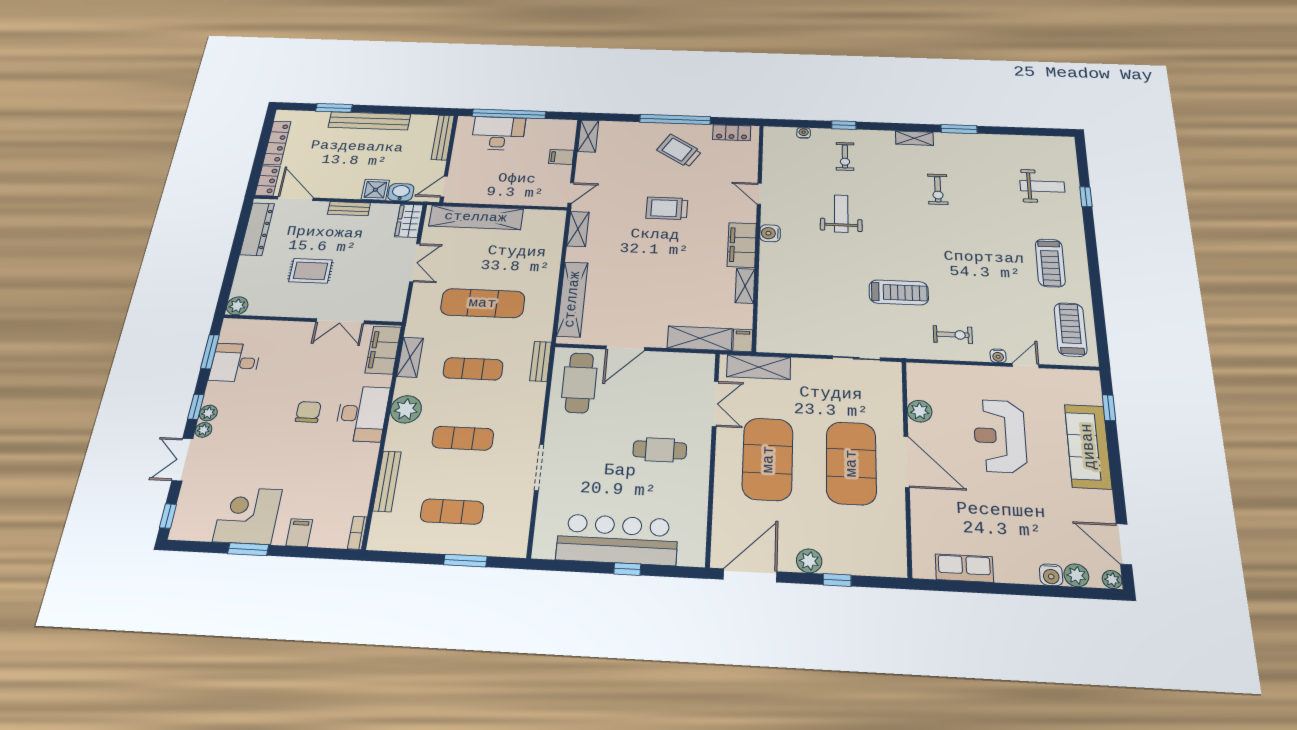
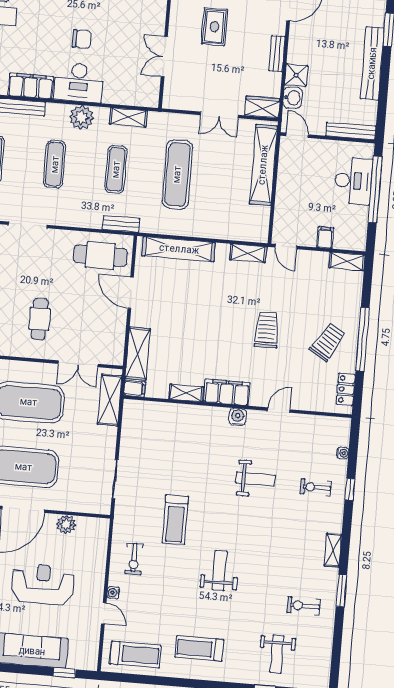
exercise bike: (938, 189) -> (303, 606), moved
weight bench: (954, 245) -> (220, 570), added
filing cabinet: (383, 350) -> (31, 86), moved

